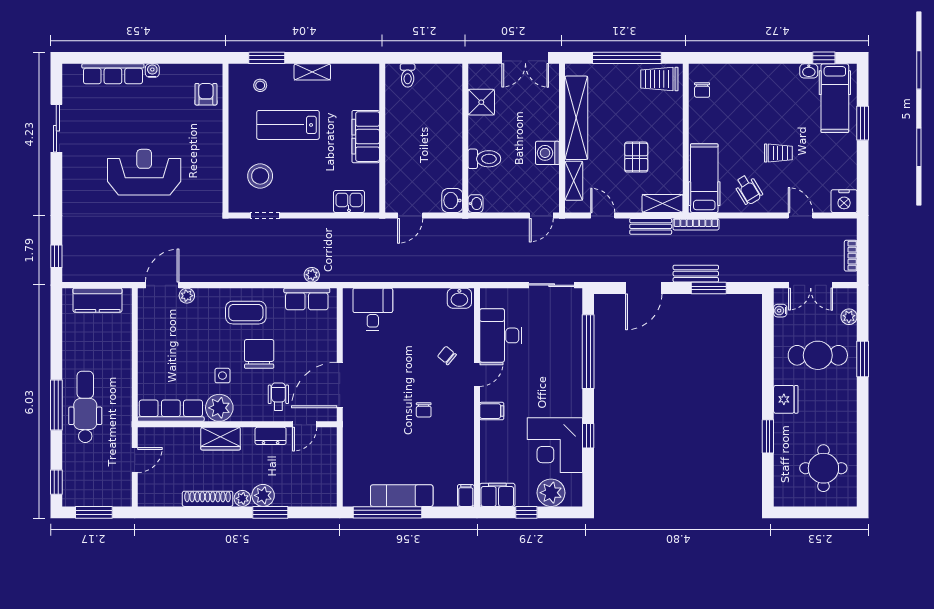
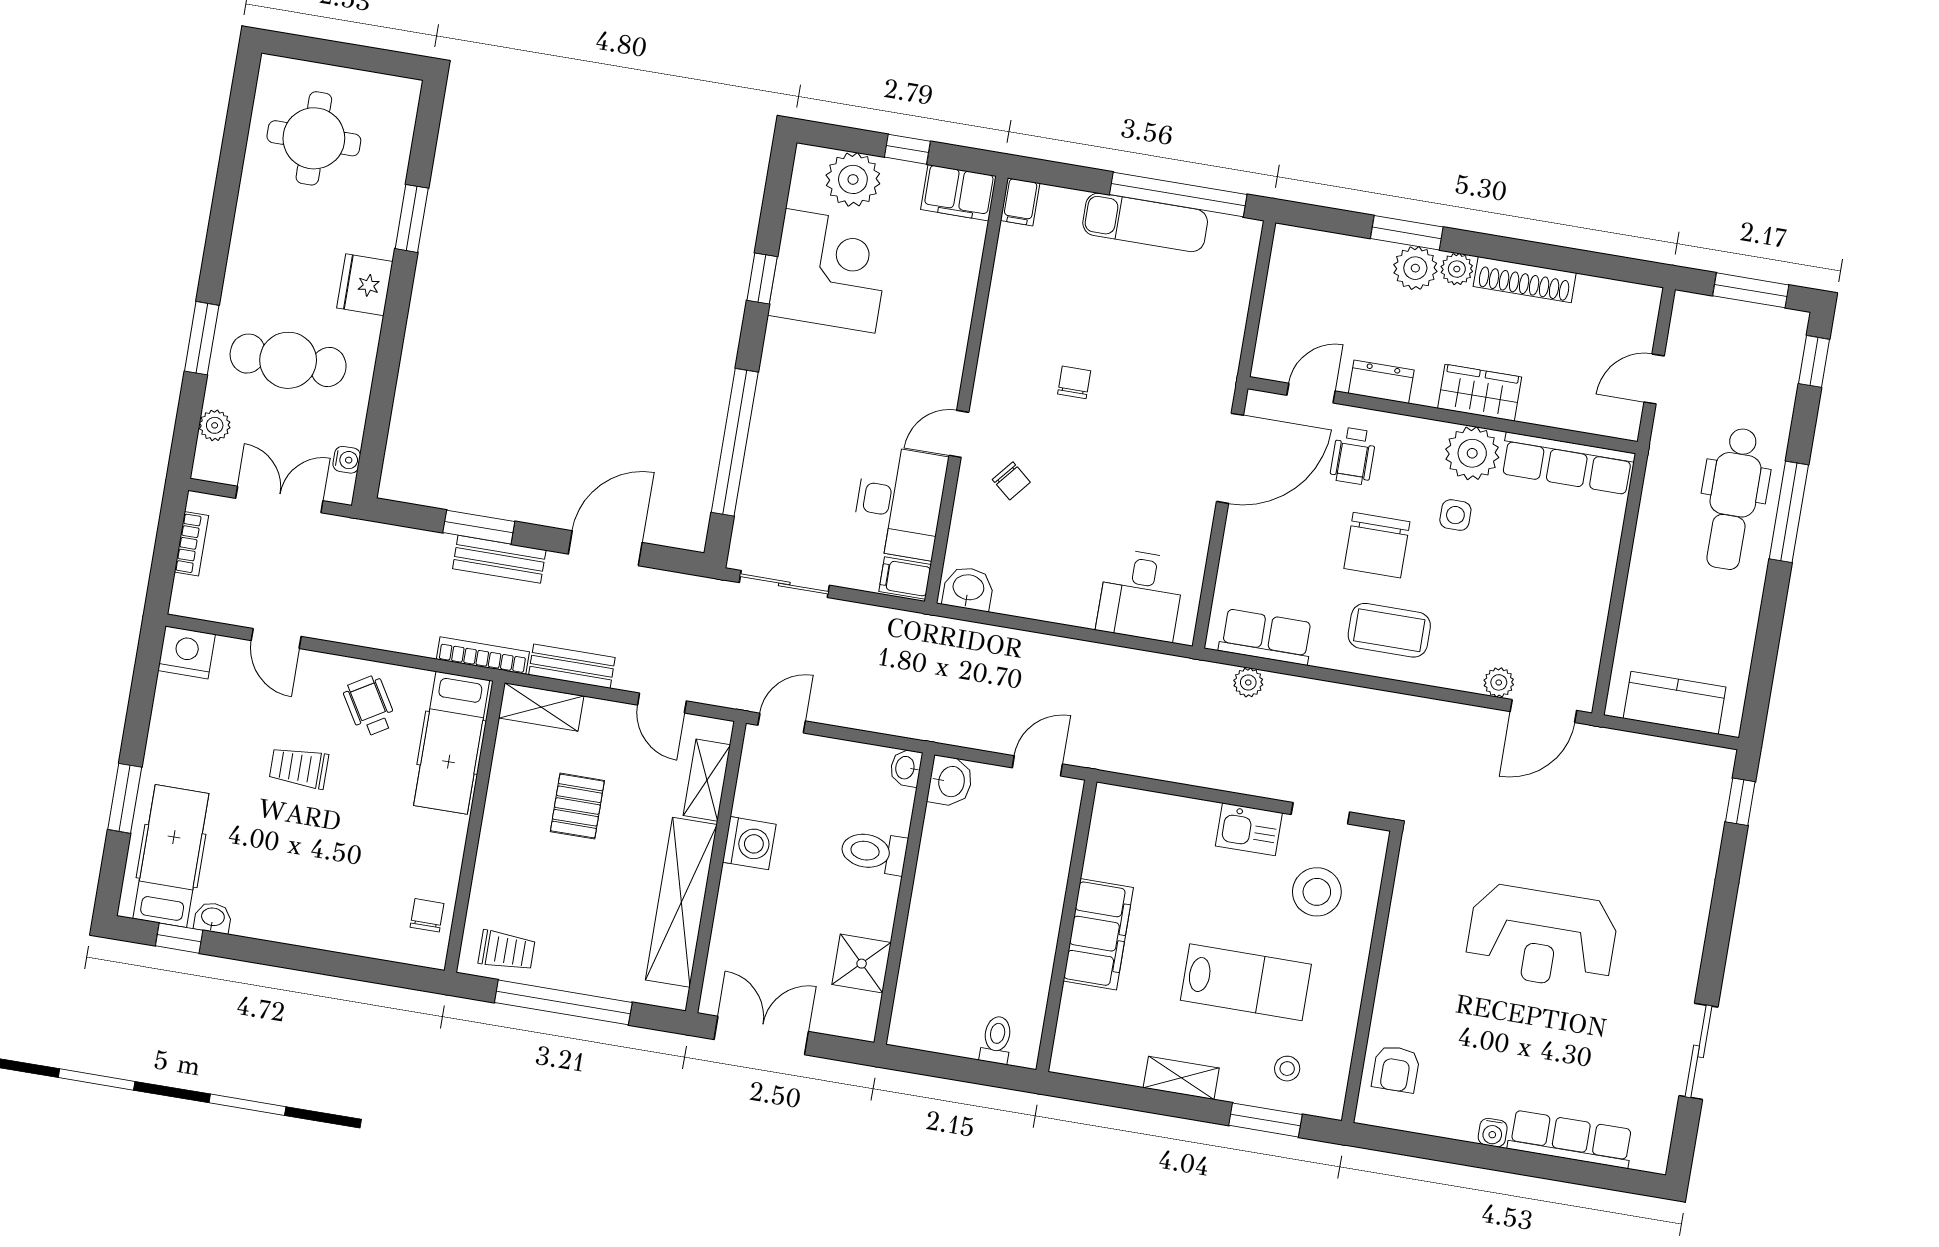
trolley: (659, 79) -> (507, 951), width x0.73, depth x0.72
kitchen sink: (349, 202) -> (1249, 829), moved
filing cabinet: (492, 411) -> (905, 578), moved

